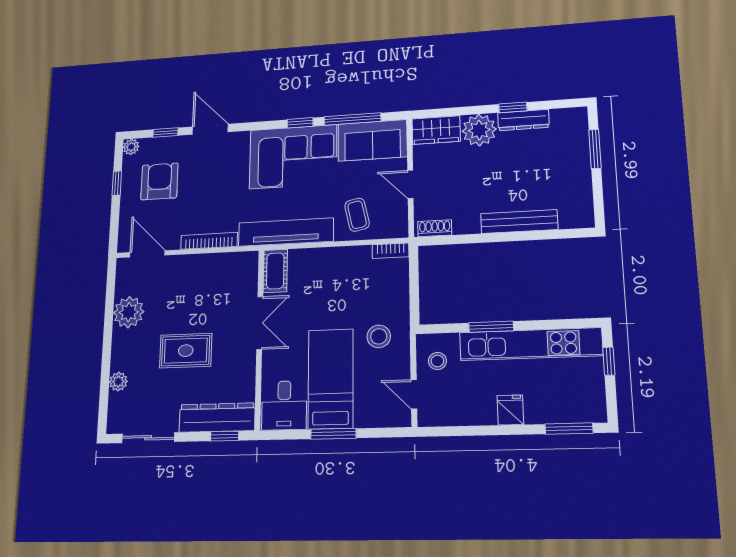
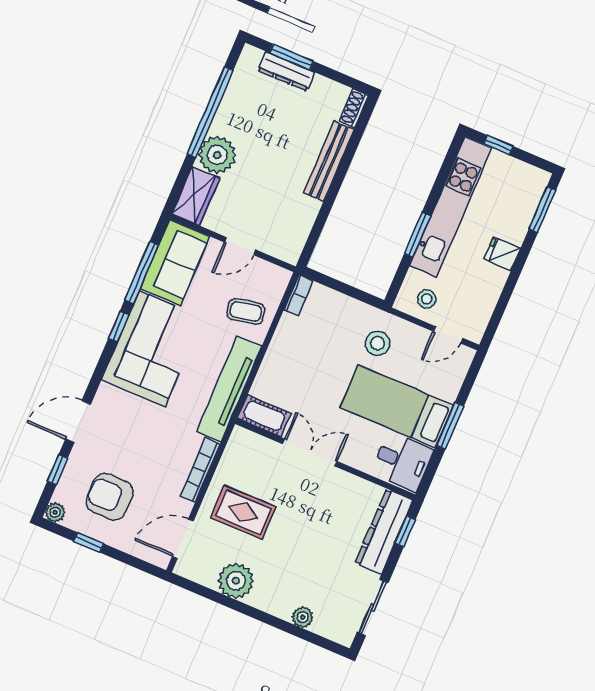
window: (513, 107) -> (210, 112), width x3.17
dresser: (523, 120) -> (286, 71), moved, turned 90
shoe rack: (435, 228) -> (354, 108), moved
rug: (186, 351) -> (243, 512), moved, turned 90

